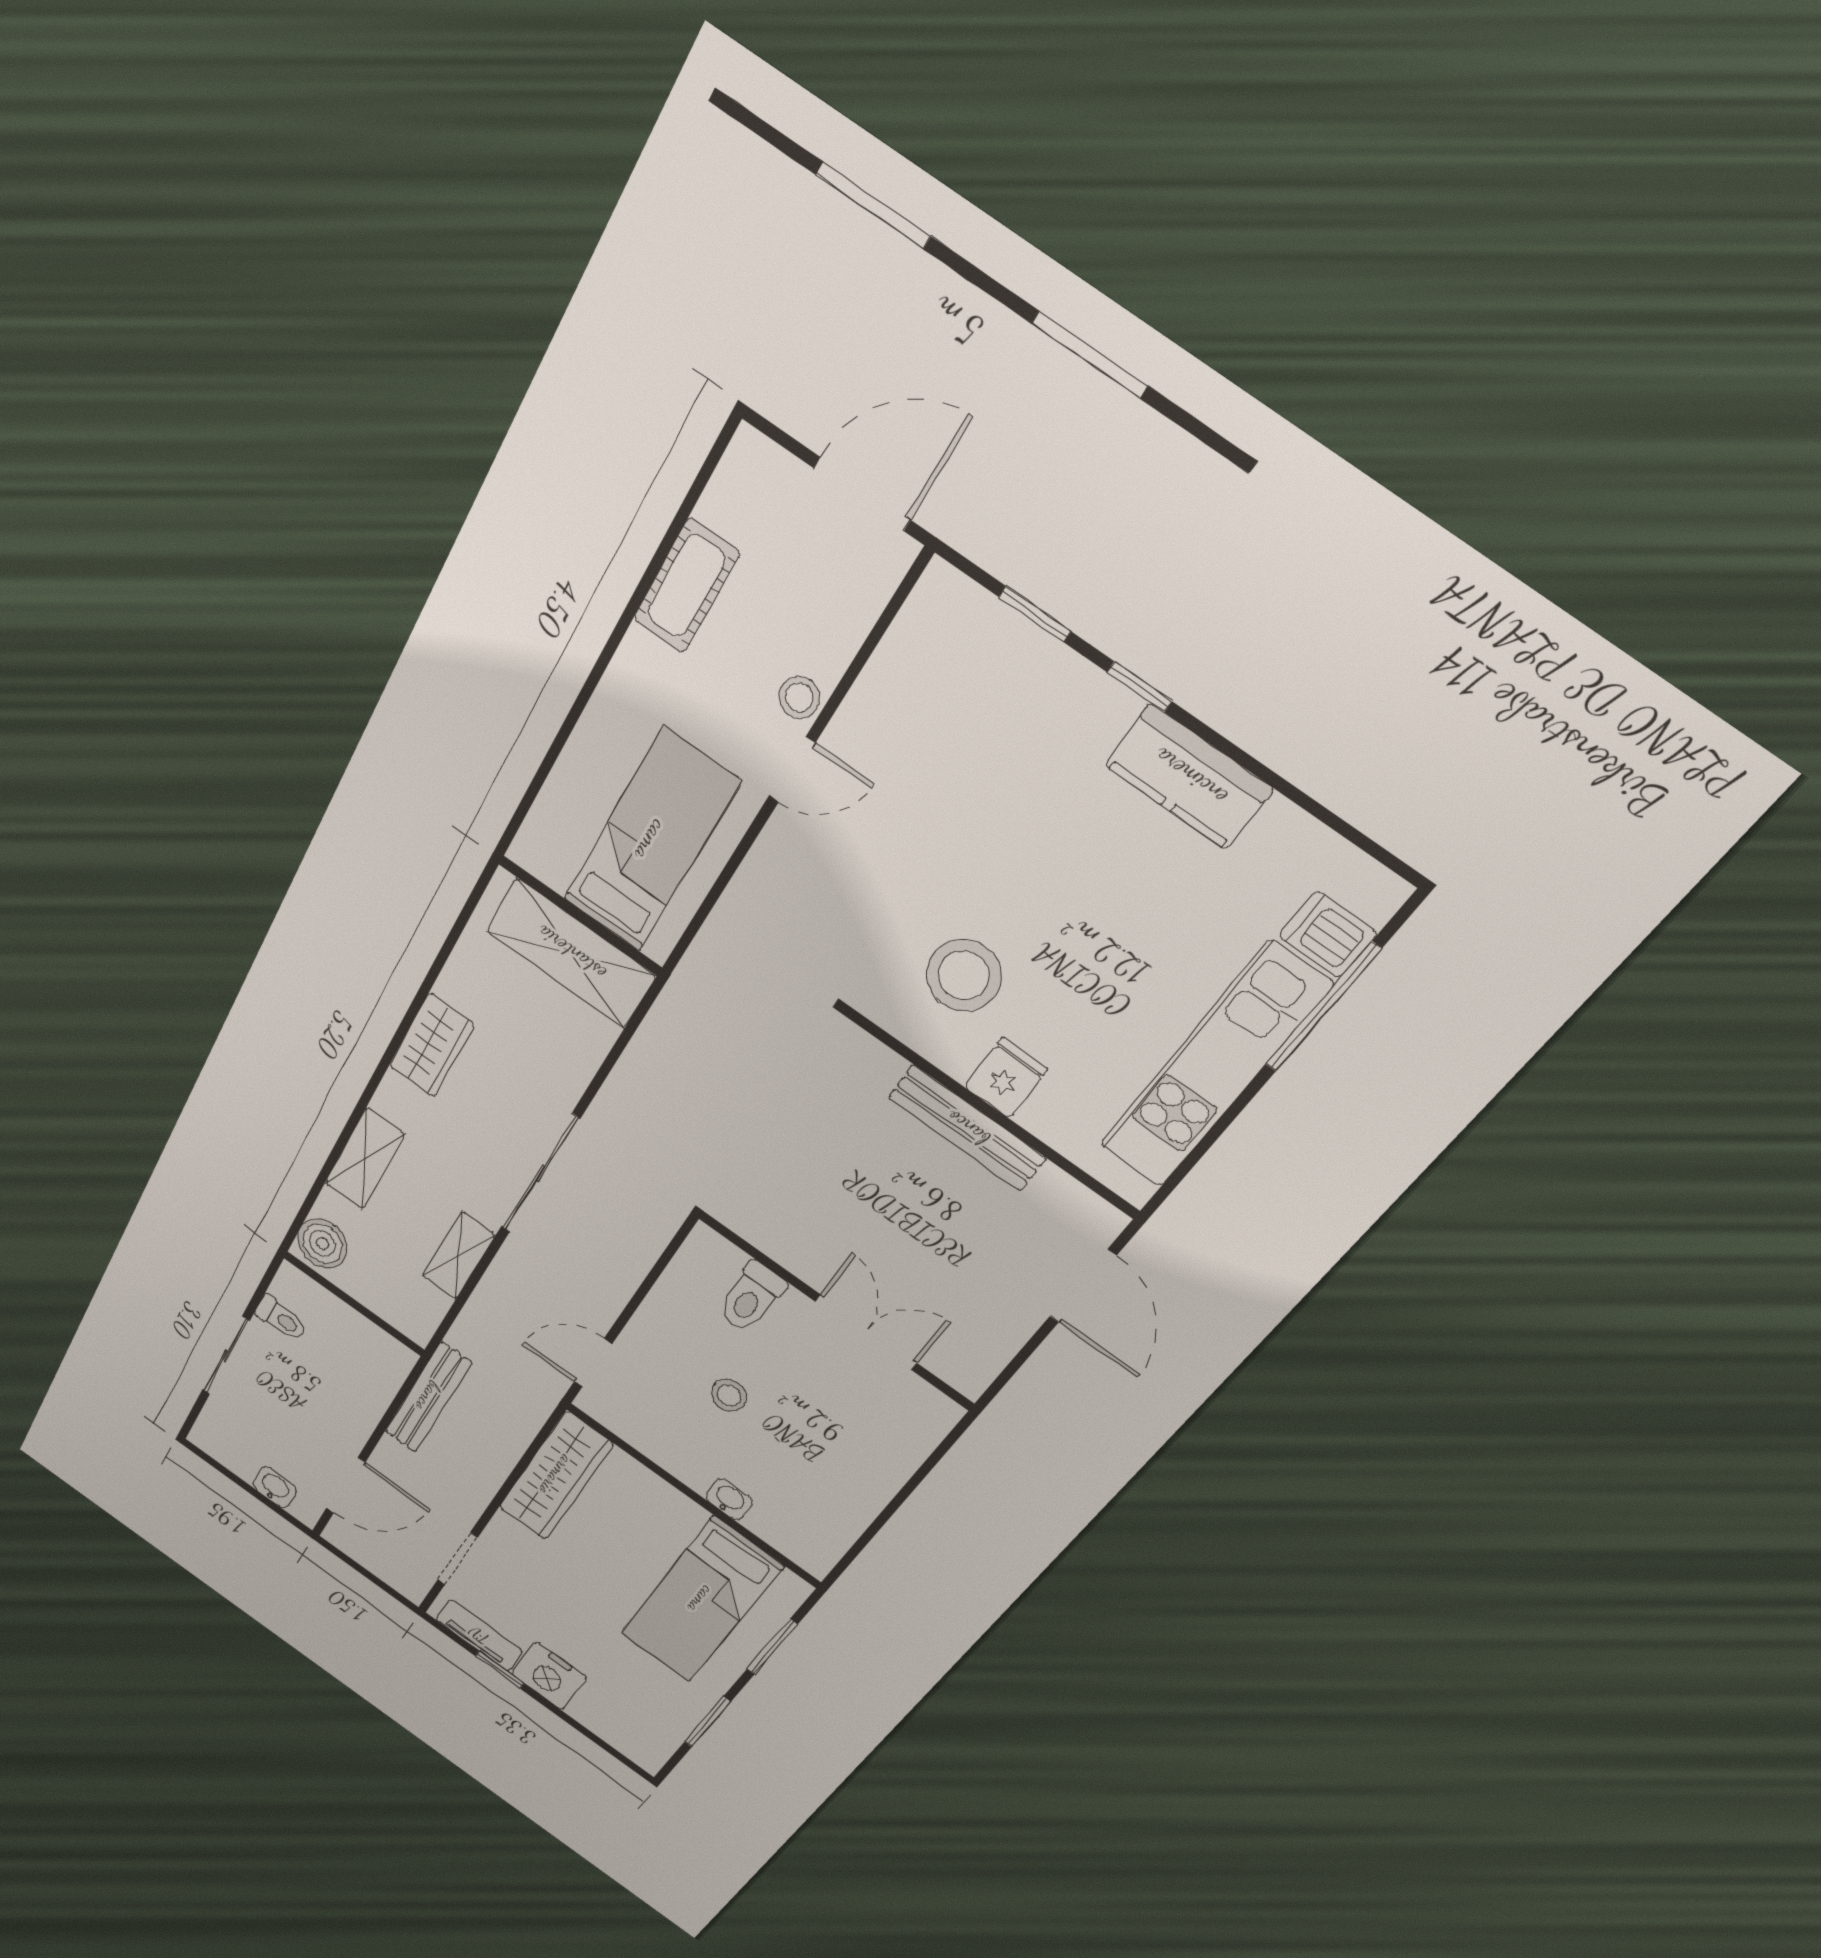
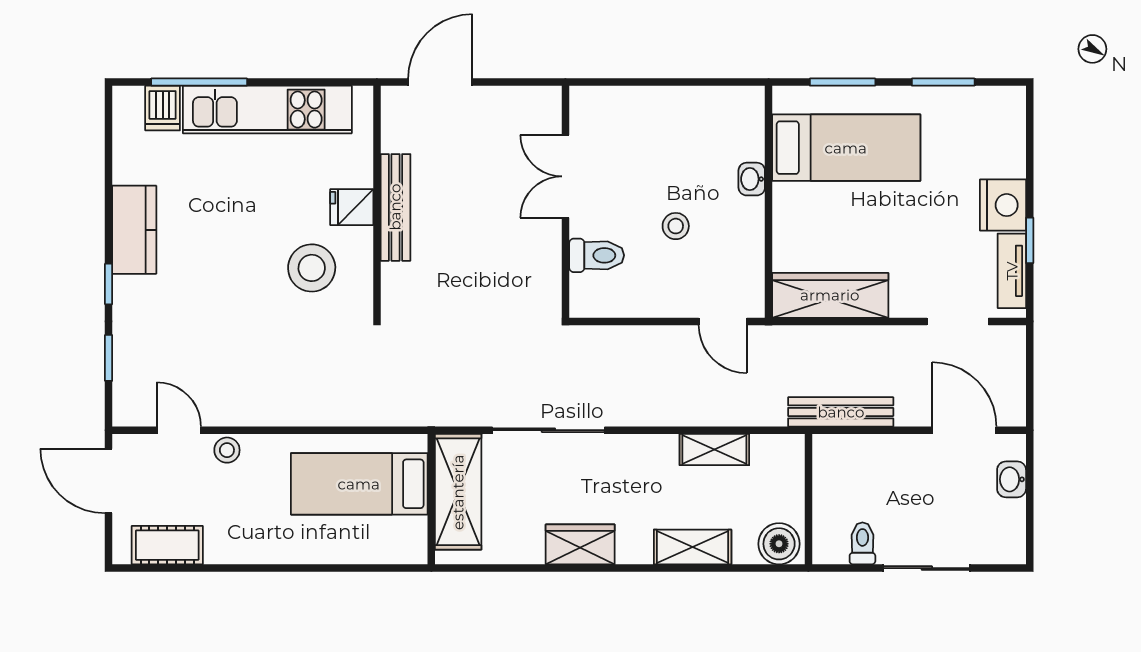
cot: (686, 586) -> (167, 545), moved
door: (792, 769) -> (179, 430), moved
sliding door: (540, 1173) -> (548, 430), moved

